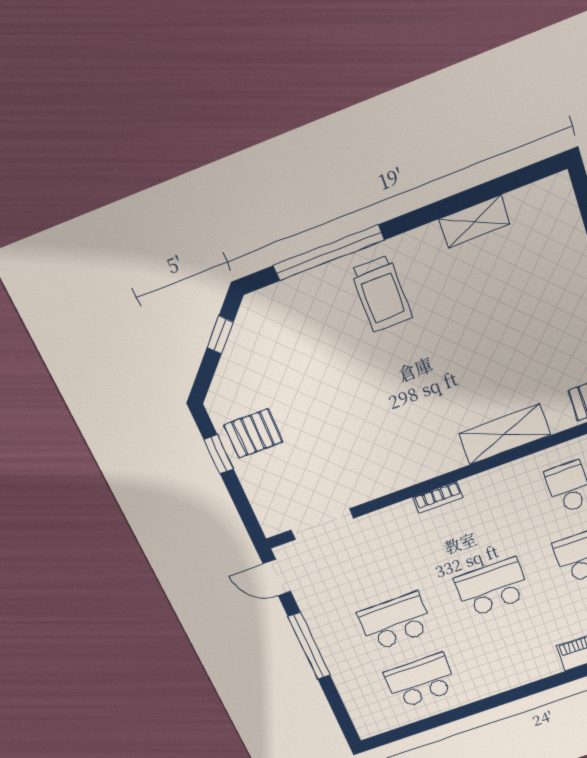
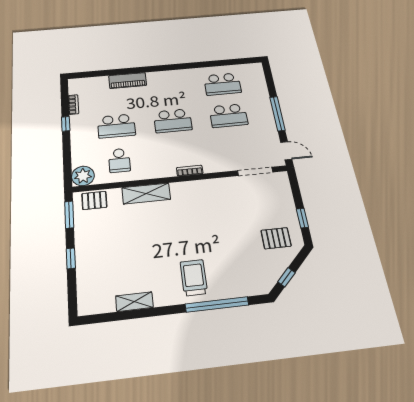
pallet: (253, 434) -> (276, 238), moved

